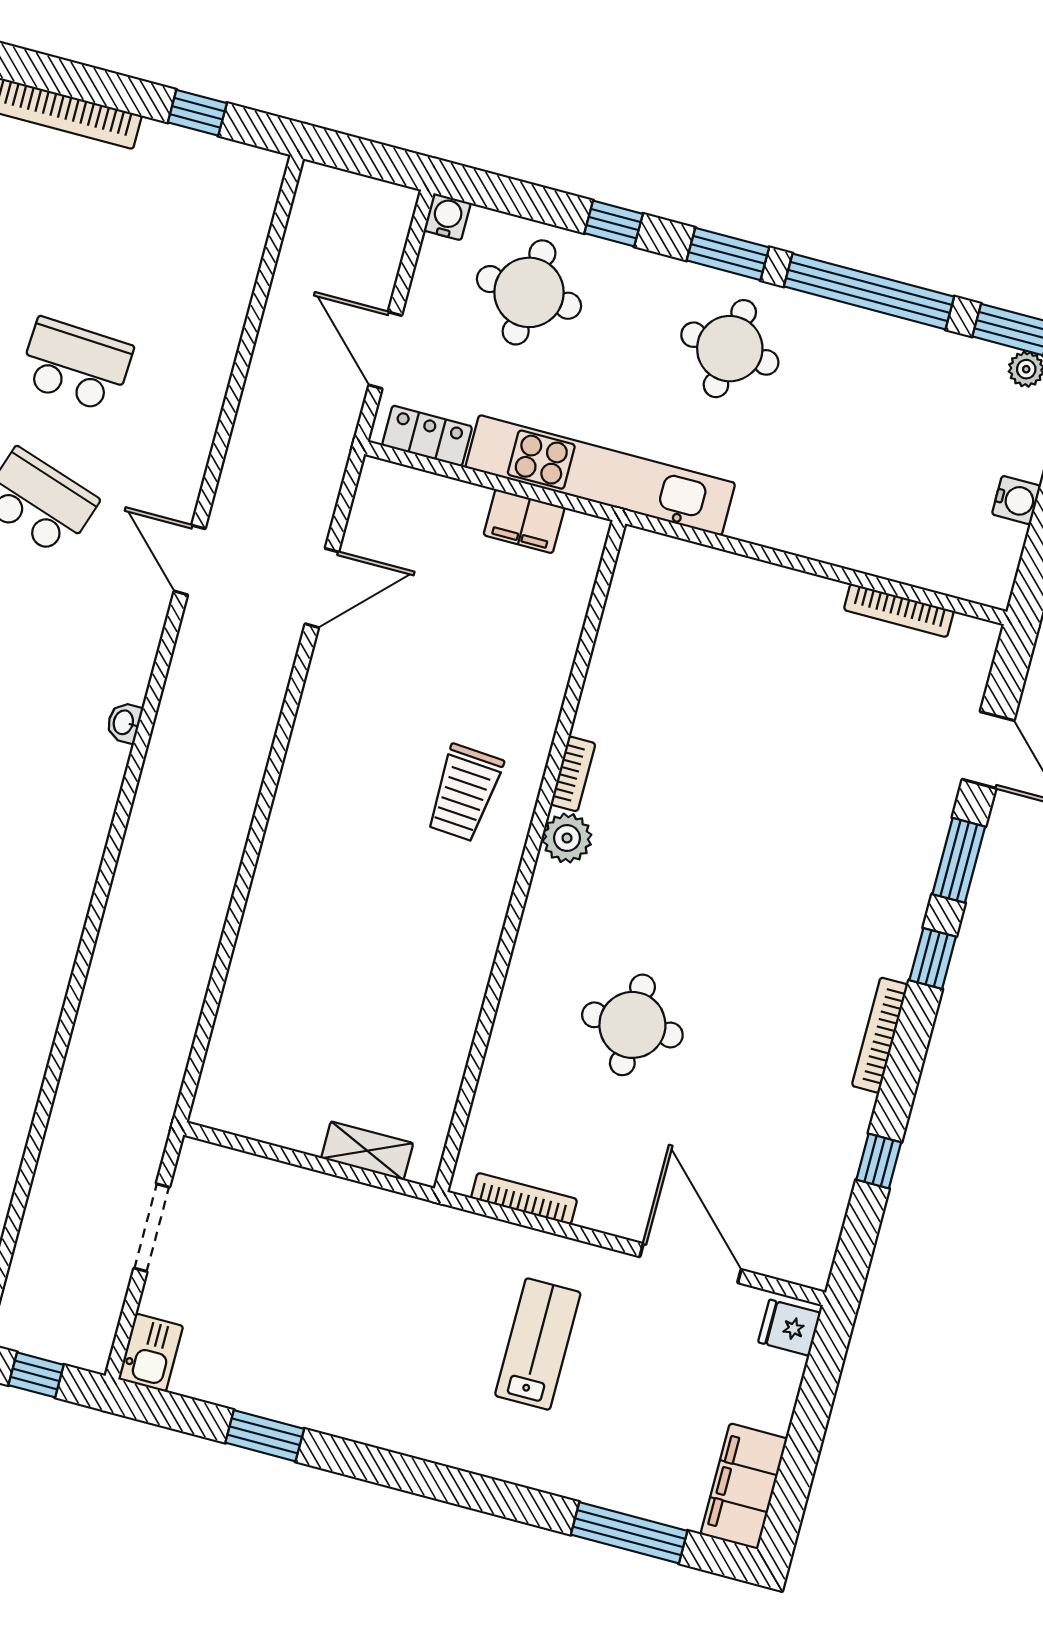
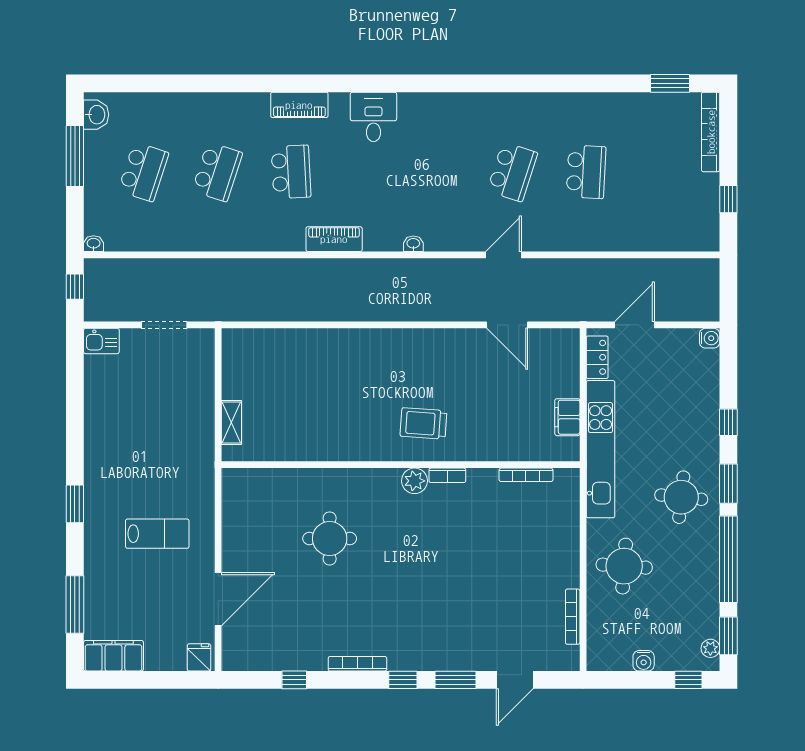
round table: (529, 292) -> (624, 566), moved
piano: (76, 868) -> (334, 239), added
bookcase: (524, 1199) -> (526, 475), moved, turned 90
window: (265, 1436) -> (75, 504), moved

